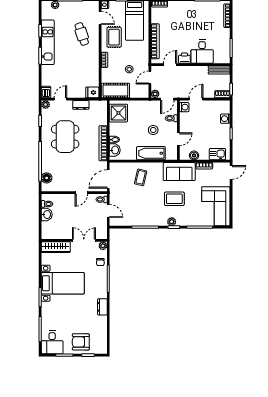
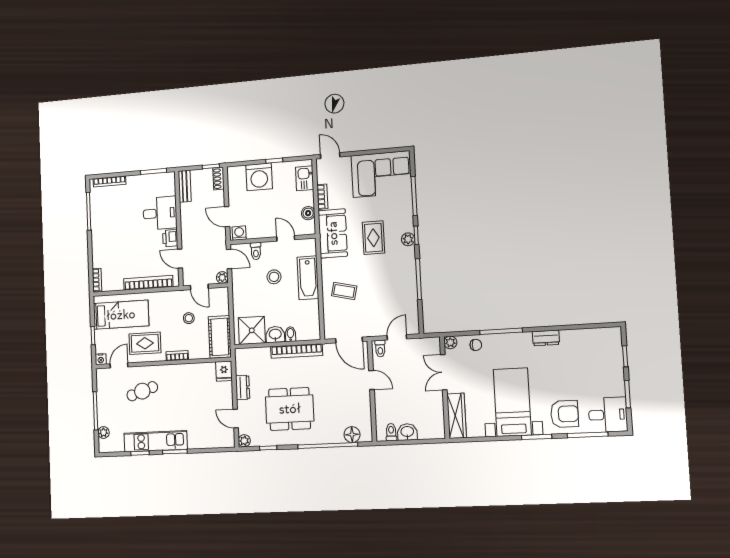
dishwasher: (46, 92) -> (226, 441), removed
washing machine: (225, 119) -> (259, 177), width x1.89, depth x1.89
washbasin: (115, 150) -> (275, 334), moved
armchair: (81, 342) -> (565, 414), moved, turned -90

